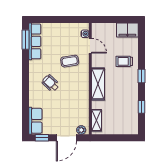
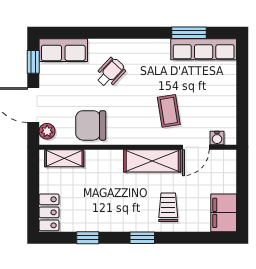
window: (25, 40) -> (189, 33), moved
wheelchair: (51, 83) -> (110, 73), moved
shelving: (98, 84) -> (152, 161), moved
chair: (78, 105) -> (91, 125), added
locker: (127, 129) -> (49, 212), added

